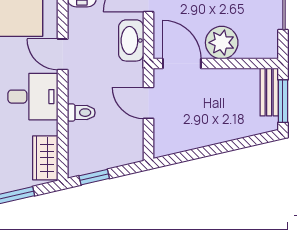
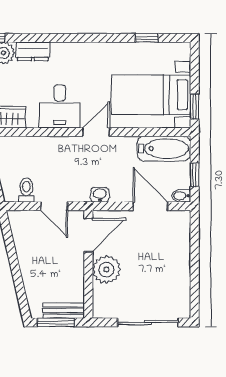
washbasin: (131, 40) -> (100, 195), width x0.52, depth x0.69
door: (148, 103) -> (54, 206), swing flipped
toilet: (81, 113) -> (26, 190), moved, turned 180

